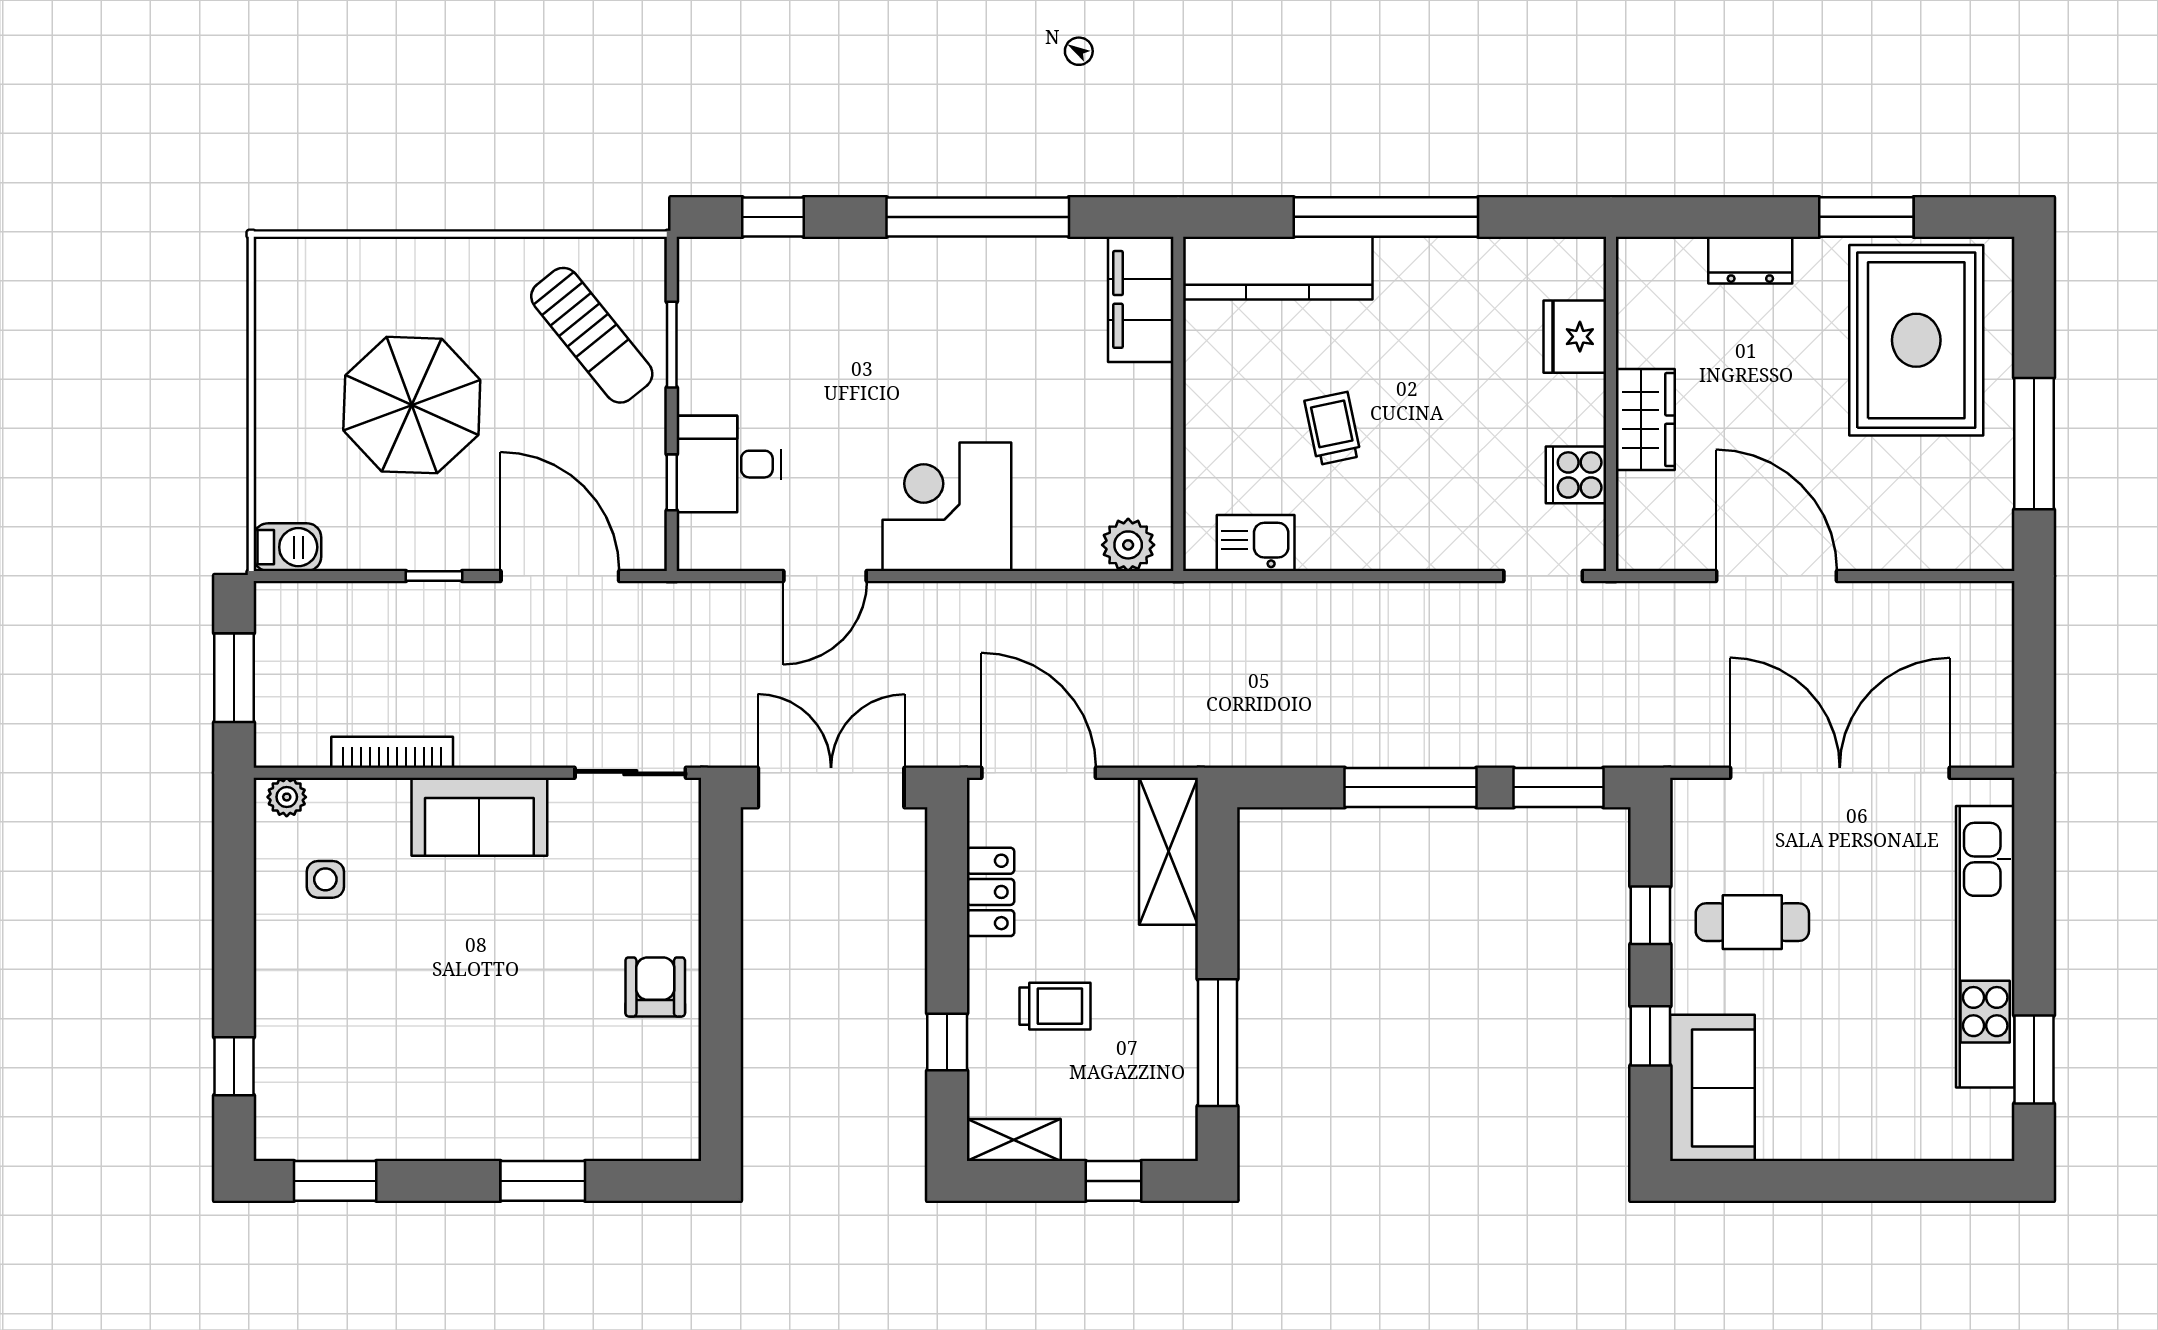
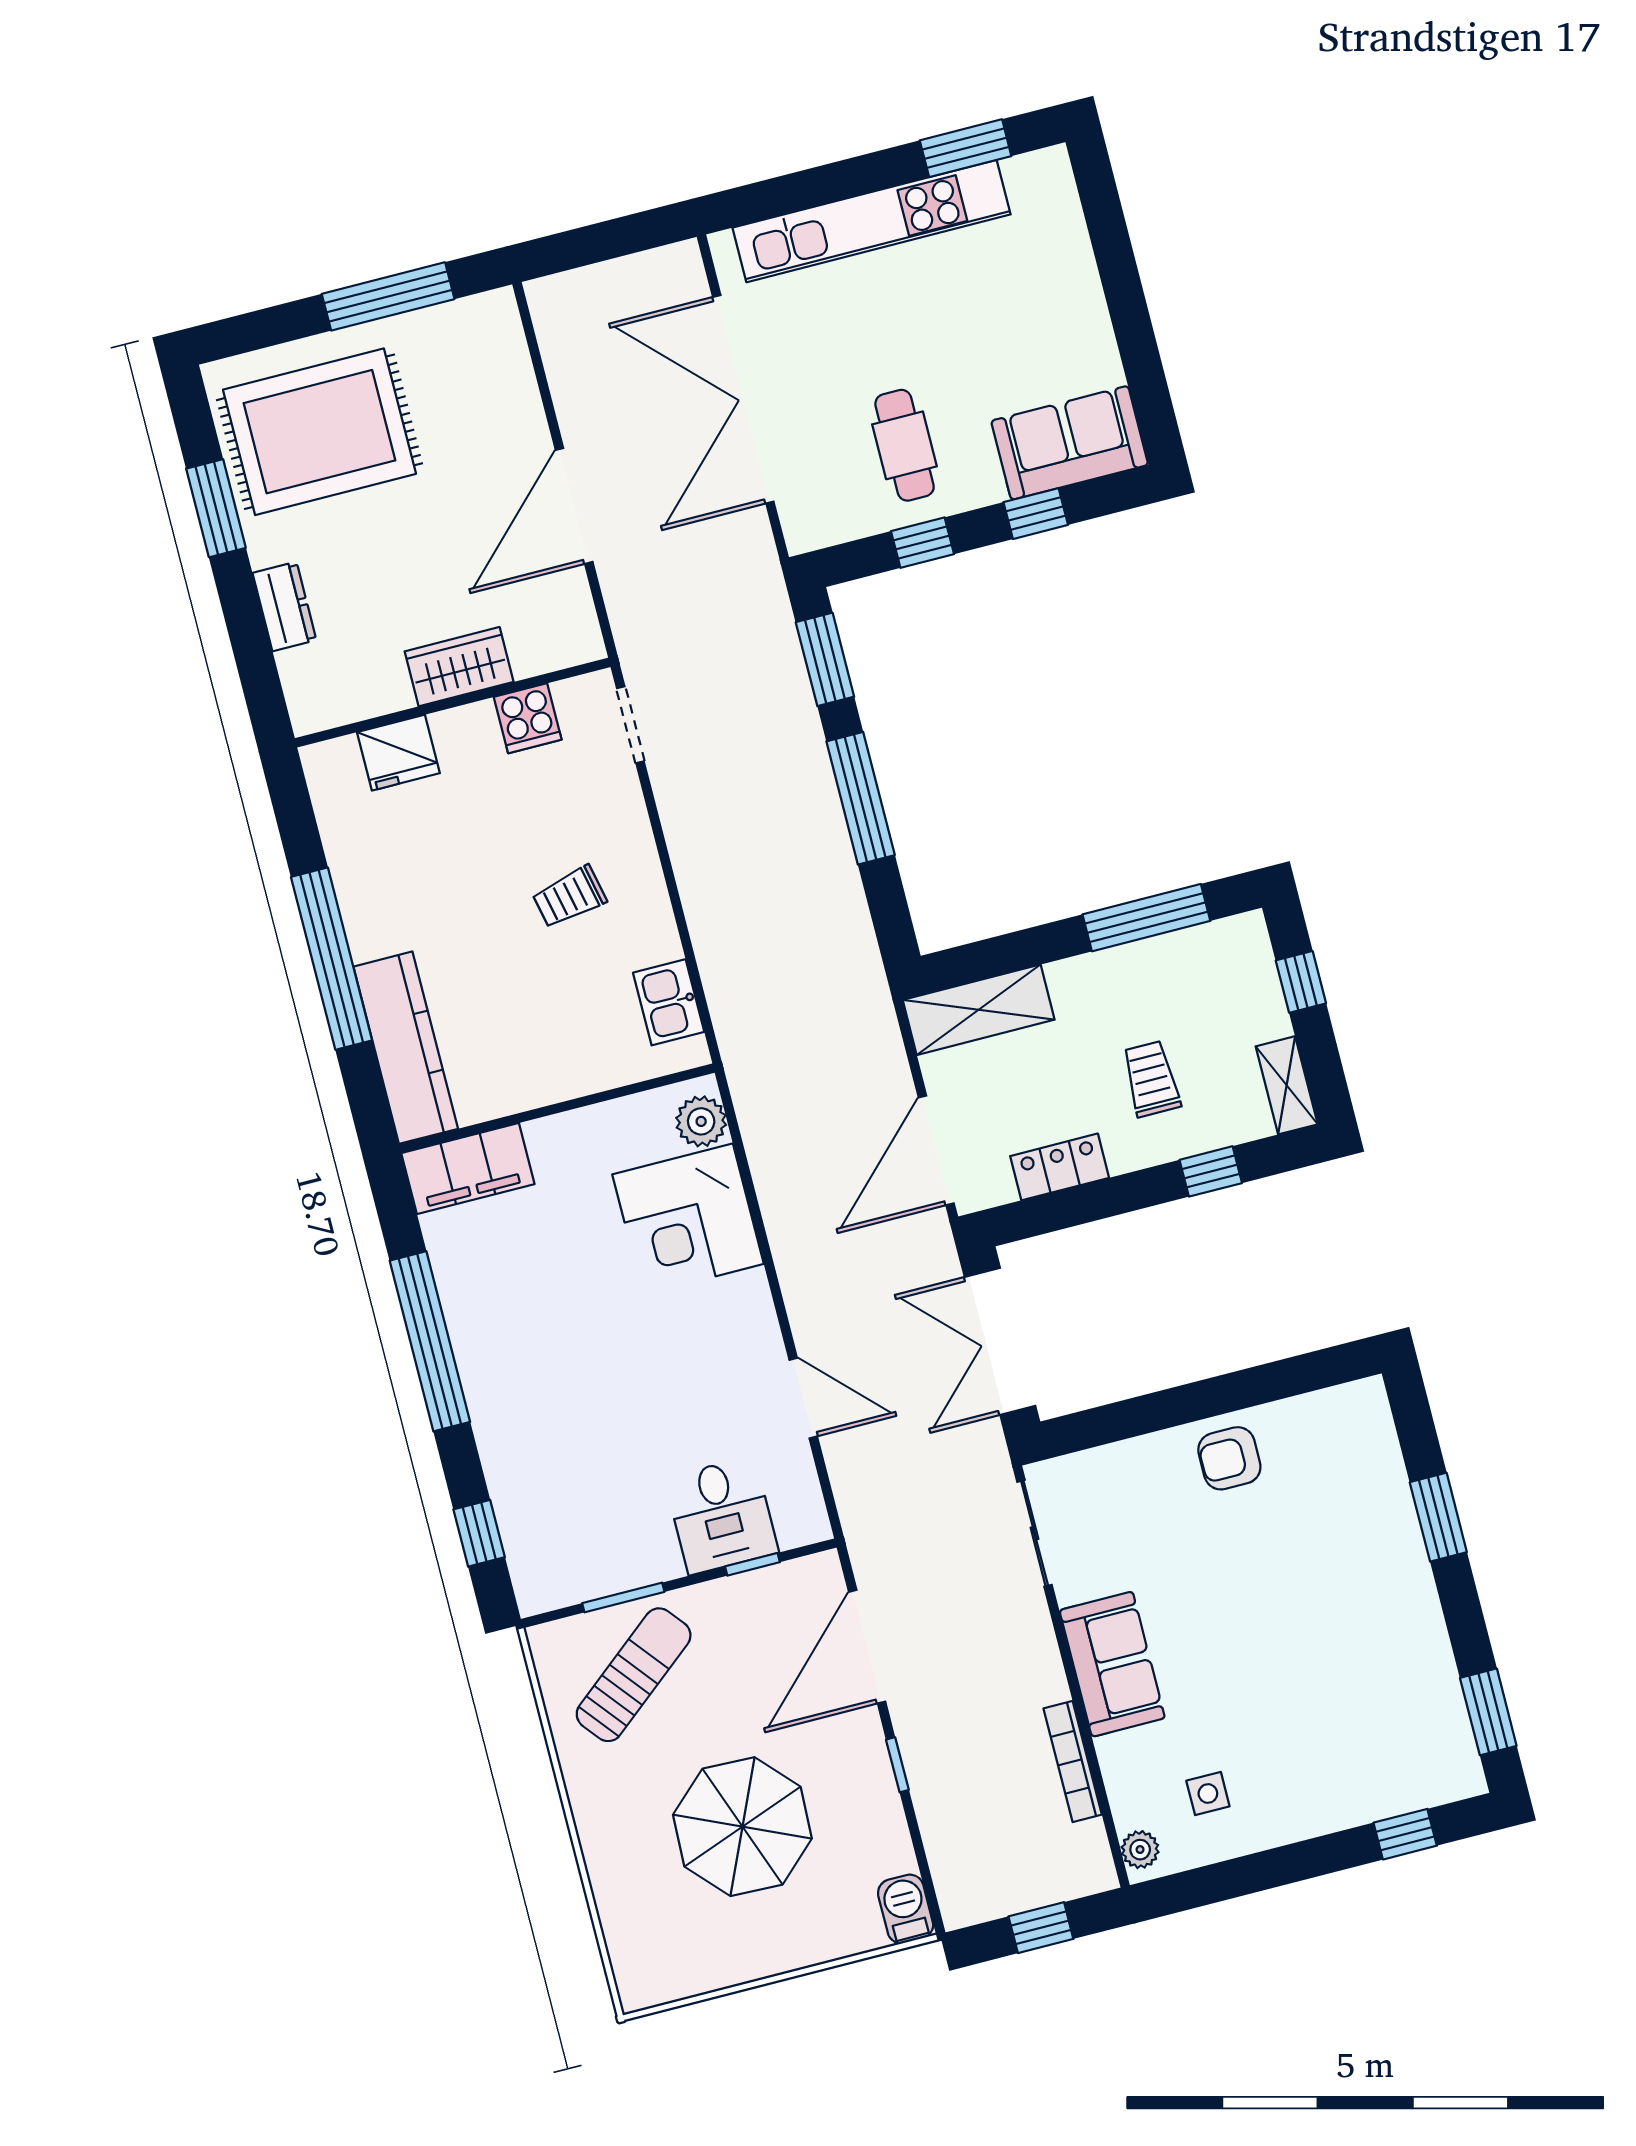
trolley: (1333, 428) -> (569, 897), moved
corner desk: (947, 507) -> (688, 1219), moved
window: (234, 678) -> (1041, 1928), width x0.67

